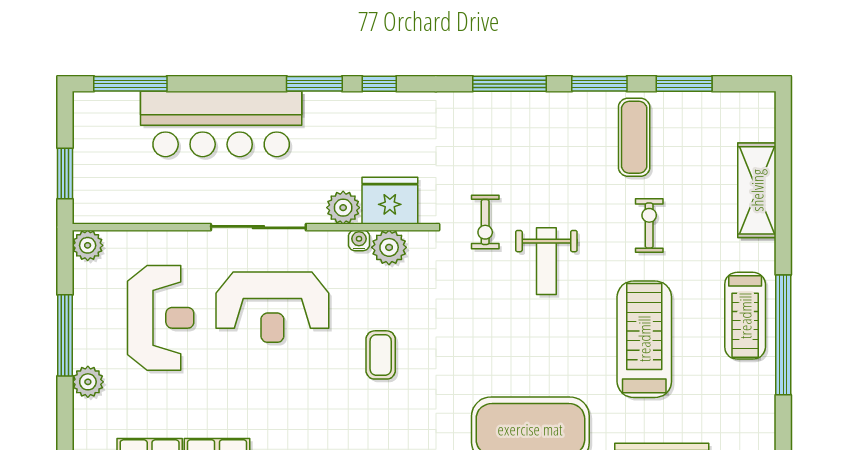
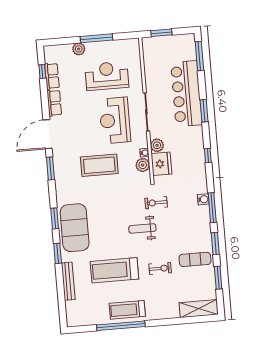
window: (314, 84) -> (204, 111), moved
water cooler: (487, 104) -> (203, 199), added
shelving: (757, 190) -> (199, 309), moved
plant: (88, 245) -> (133, 44), removed
reception desk: (161, 318) -> (107, 76), turned 180
treadmill: (644, 339) -> (114, 270), turned 180
coffee table: (381, 355) -> (99, 165), width x1.86, depth x1.72

